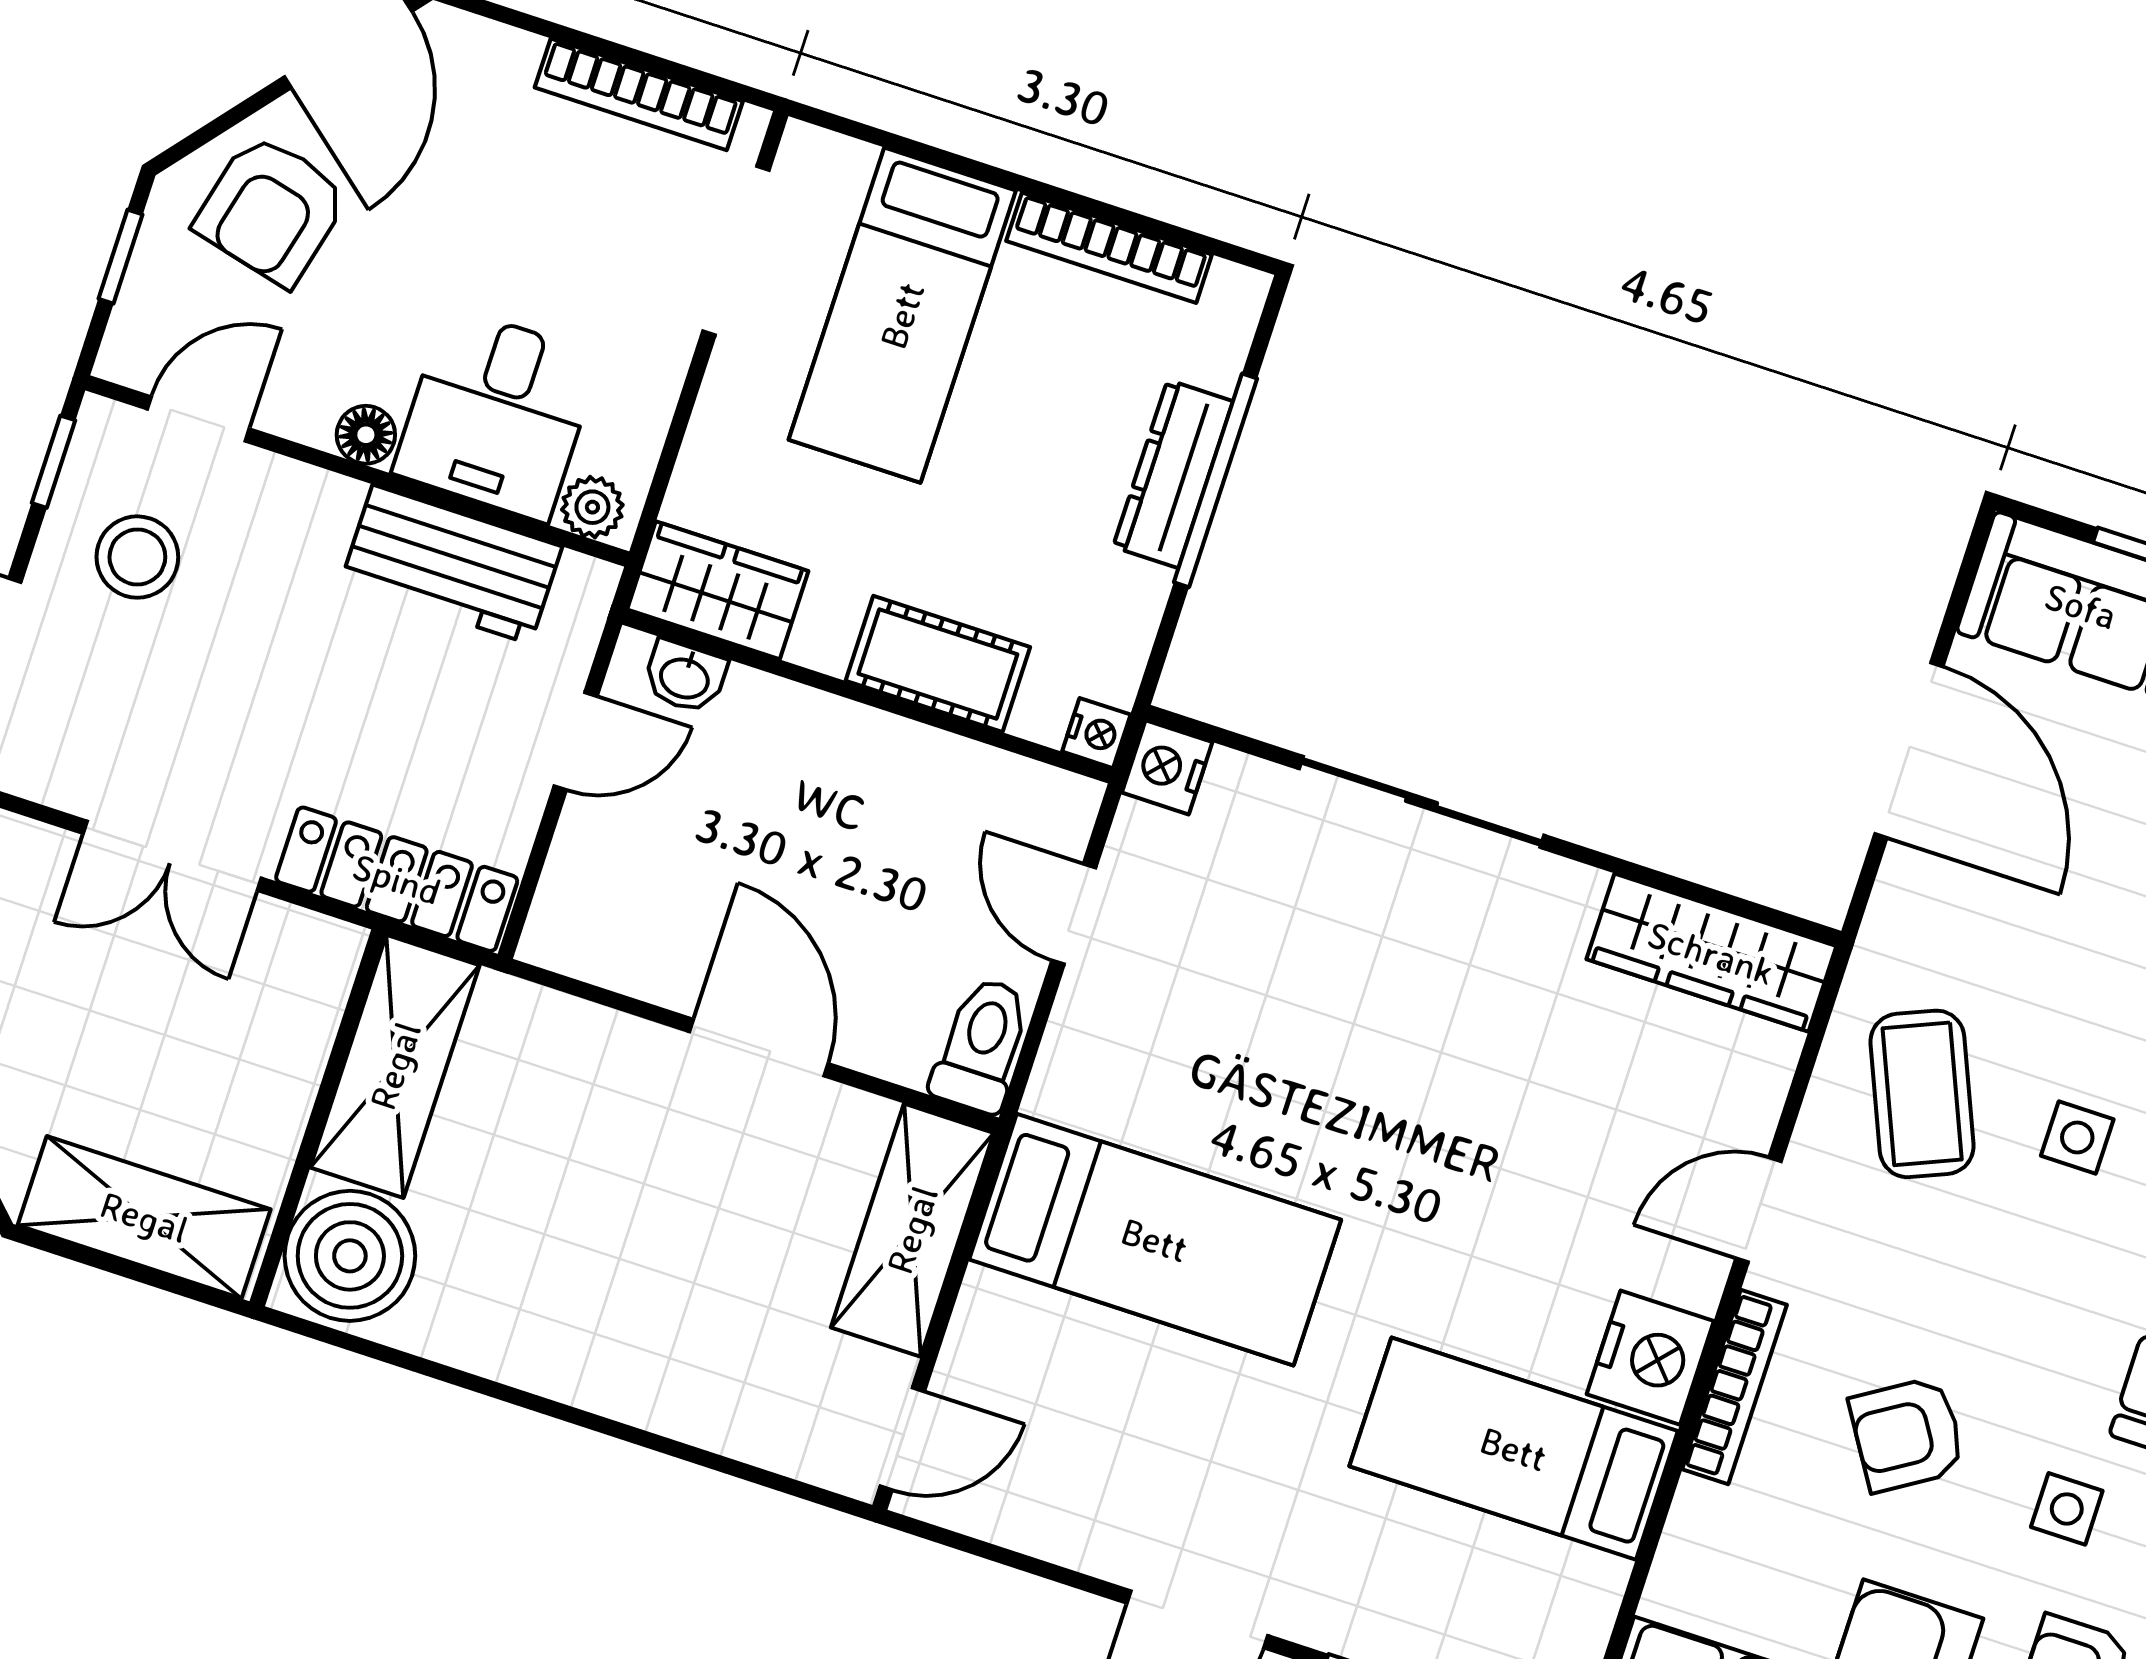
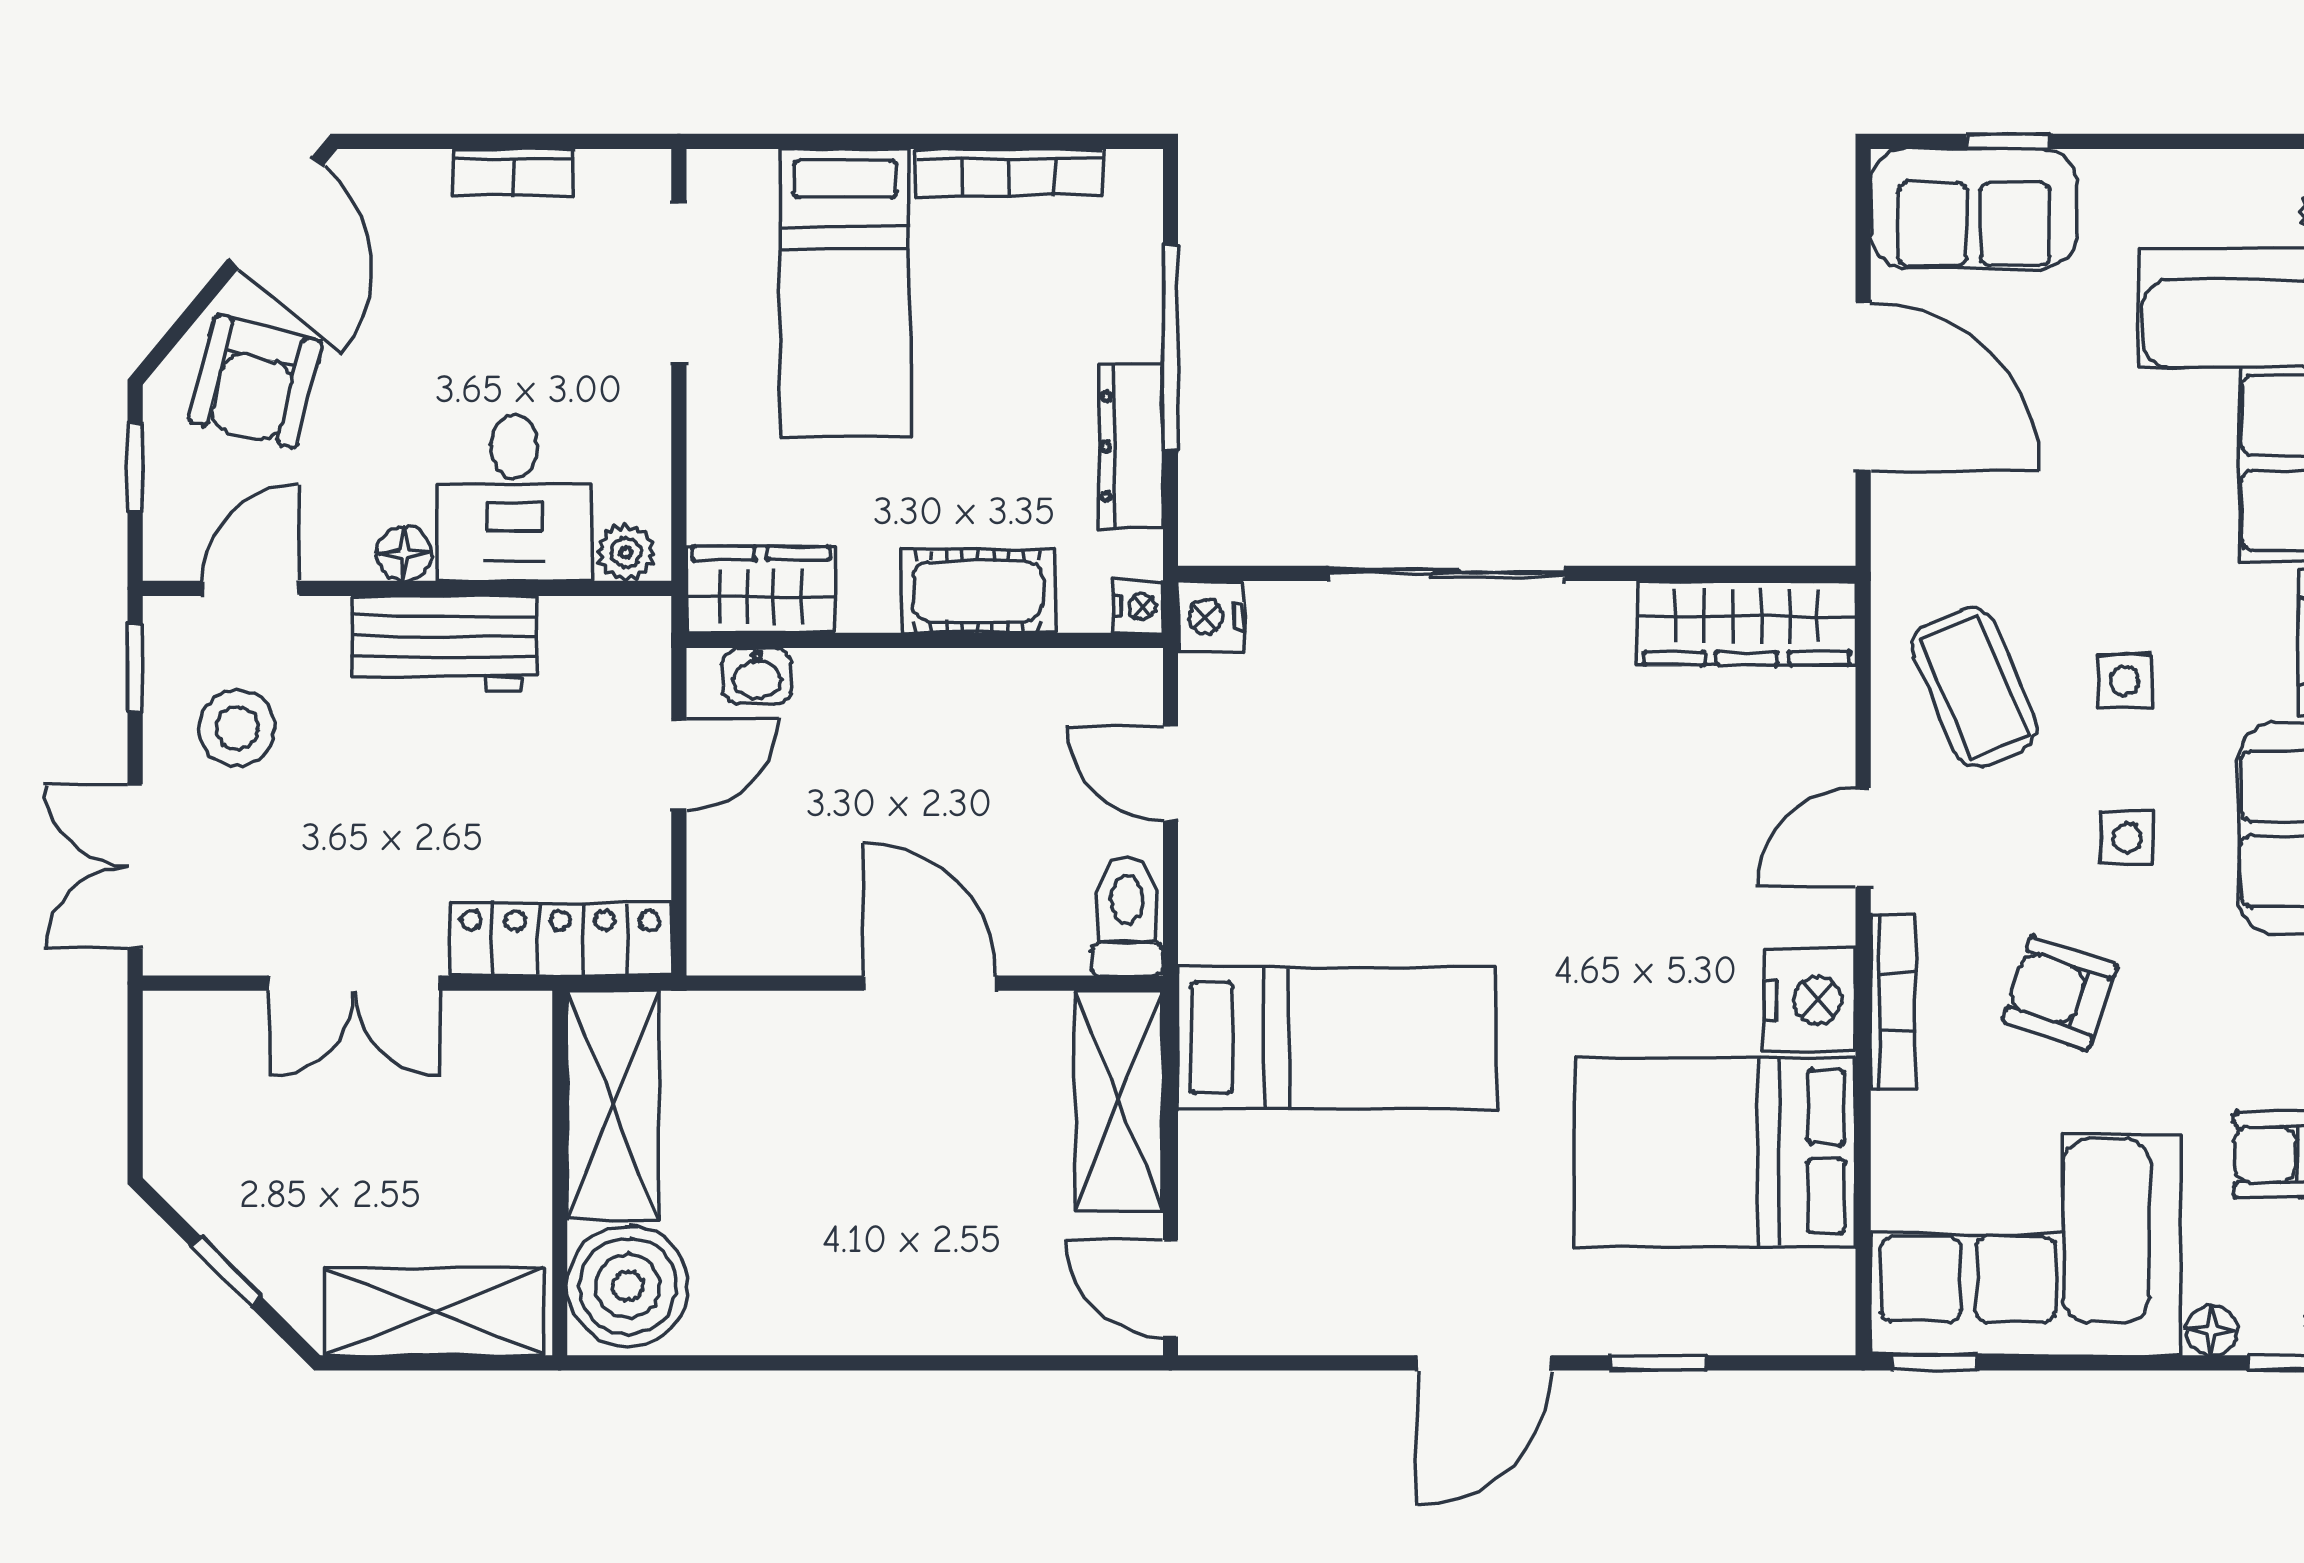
bookcase: (639, 94) -> (514, 173), width x0.64
dresser: (1173, 474) -> (1131, 447), moved
workbench: (451, 564) -> (444, 644), moved
armchair: (1907, 1434) -> (2060, 993), turned 51
door: (902, 1439) -> (1170, 1288), swing flipped
bed: (1514, 1449) -> (1715, 1151), width x1.50
side table: (2067, 1509) -> (2127, 838), moved

